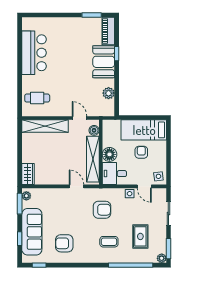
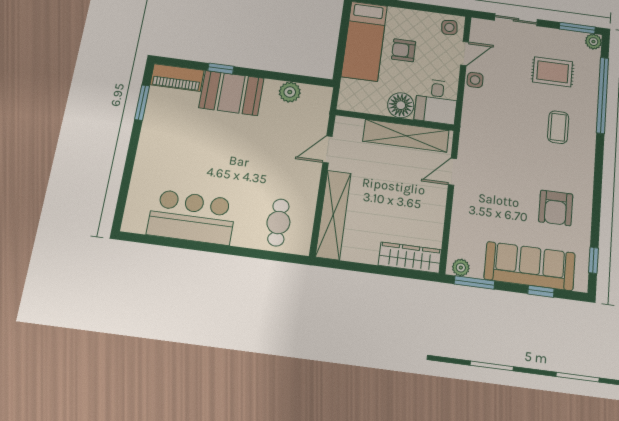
boiler: (94, 130) -> (354, 127), removed
wardrobe: (28, 174) -> (410, 258), width x1.50
armchair: (102, 210) -> (499, 132), removed

